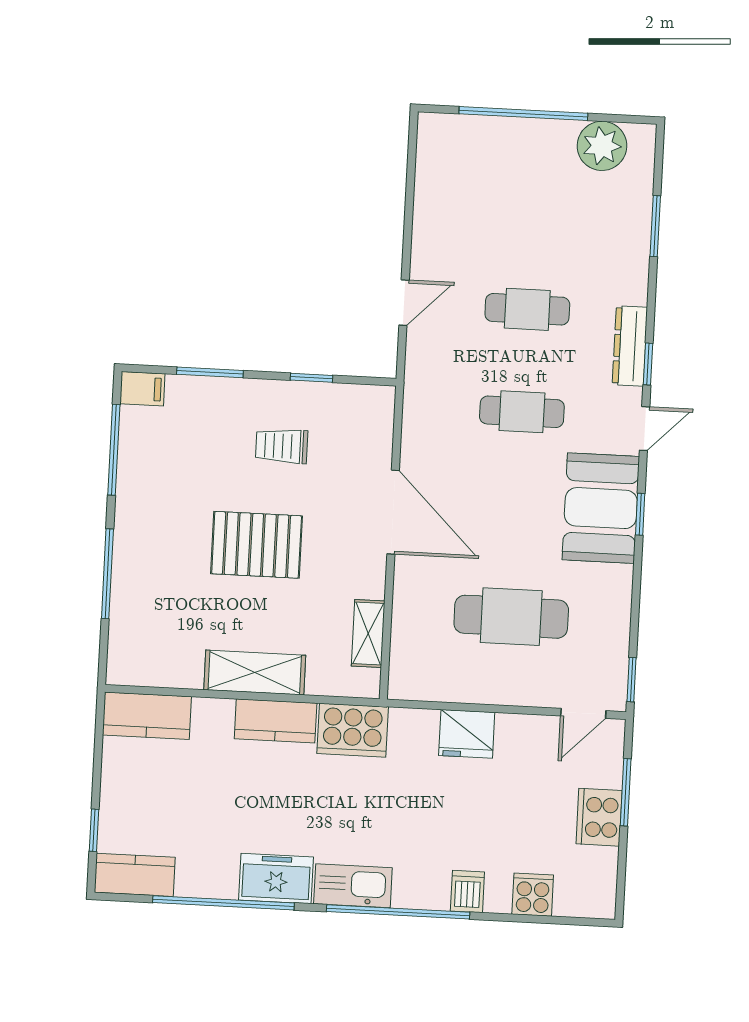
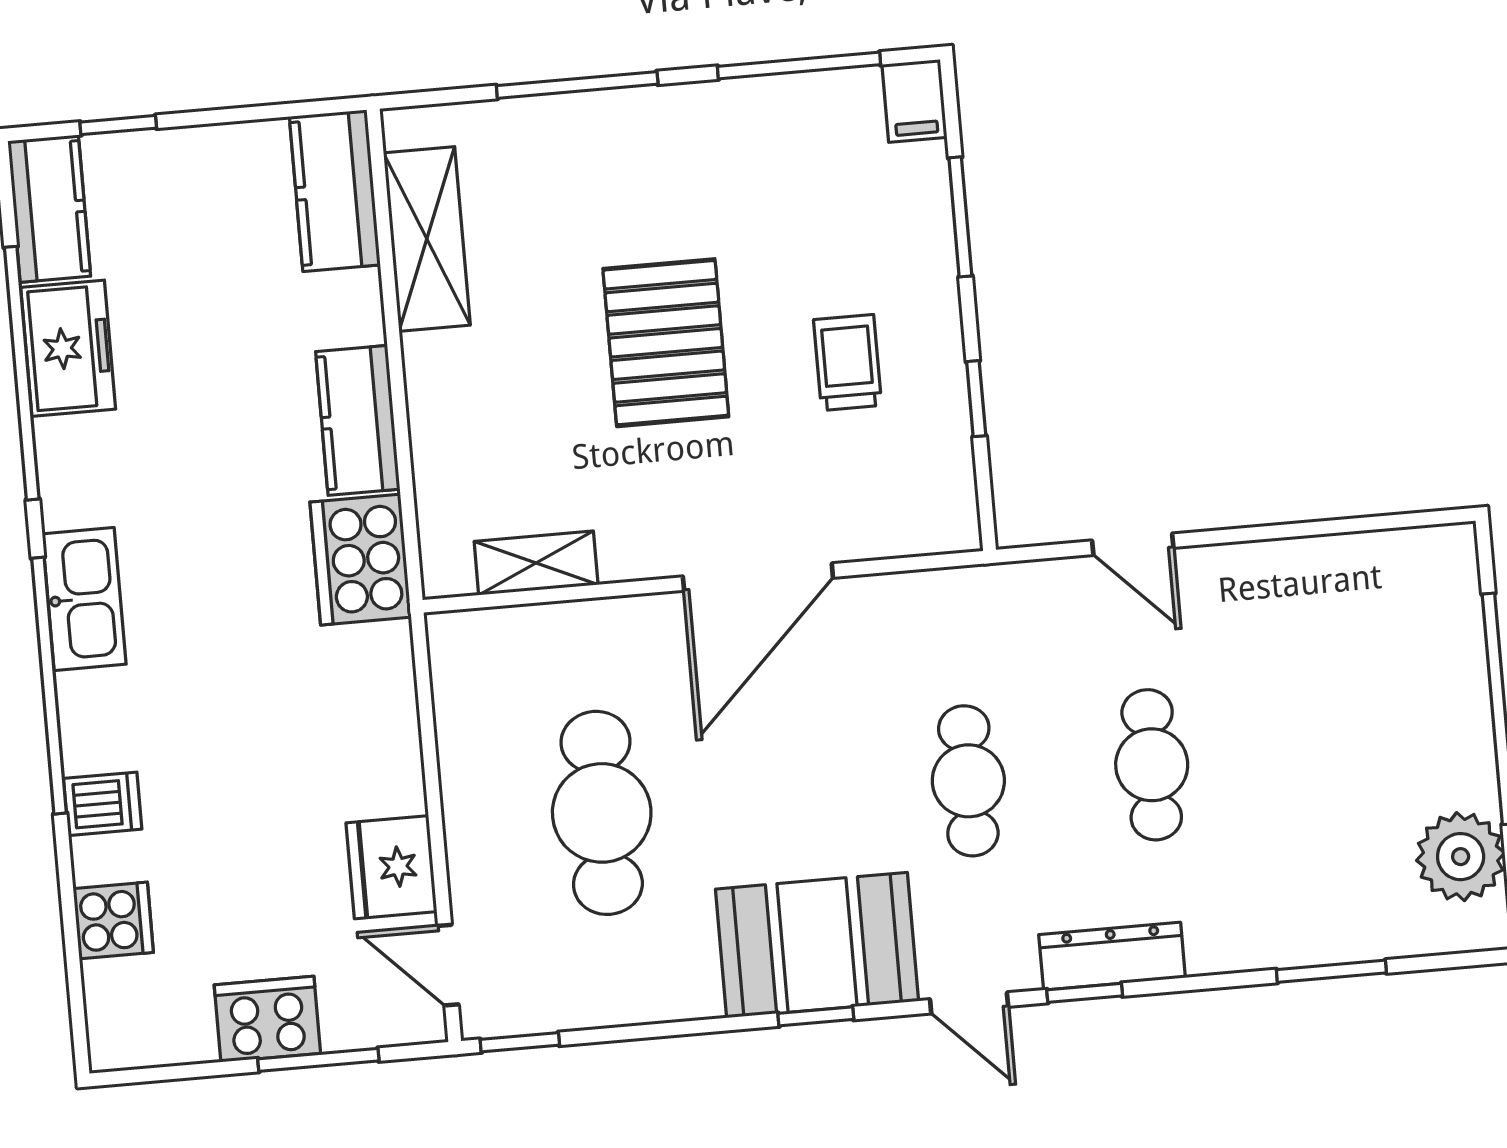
shelving: (255, 673) -> (427, 239), moved
fridge: (467, 734) -> (391, 867), moved
freezer: (276, 879) -> (68, 348), moved

